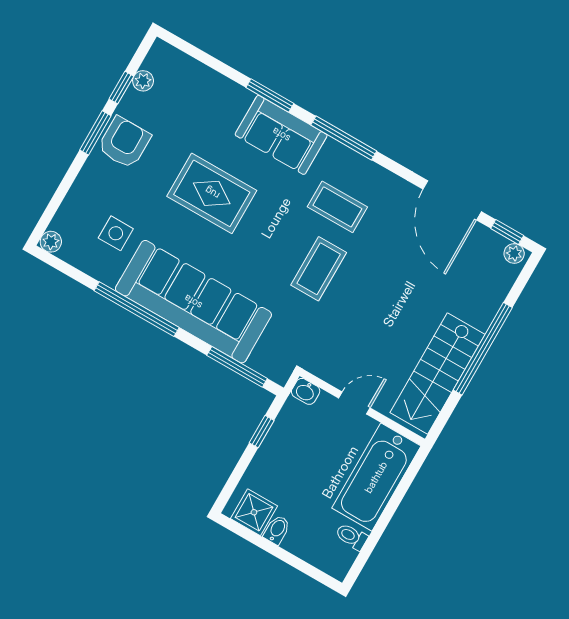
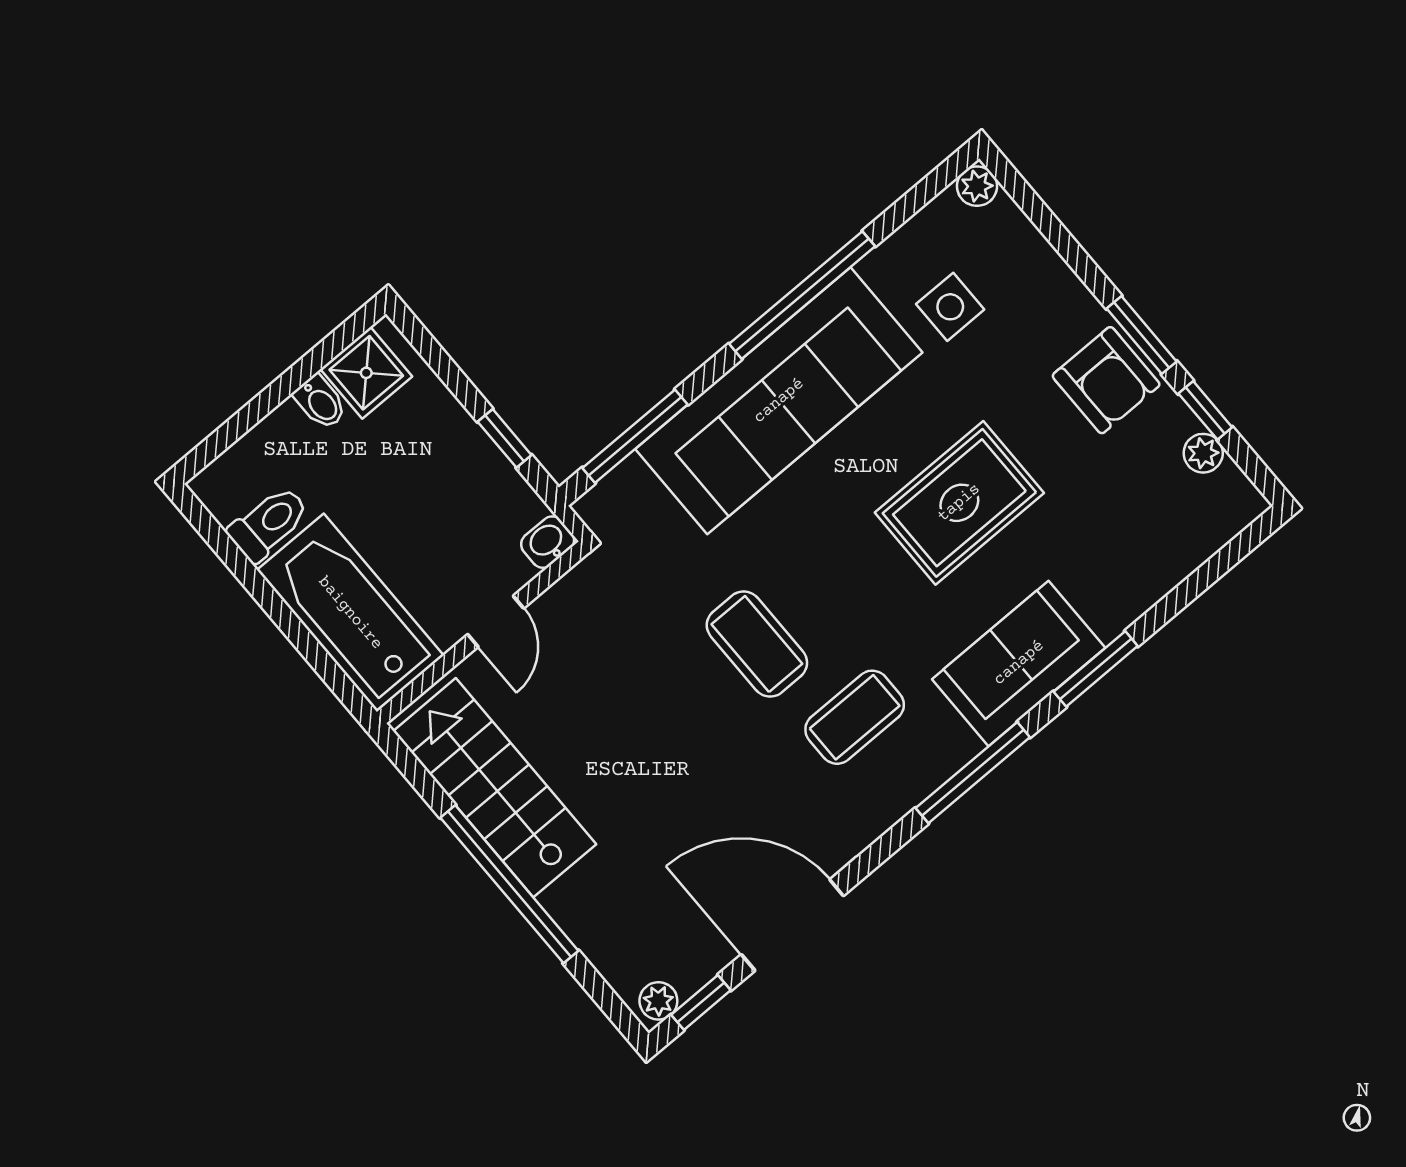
toilet: (352, 537) -> (269, 524), width x1.37, depth x1.39

